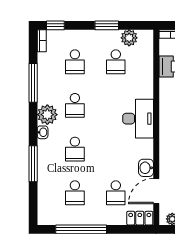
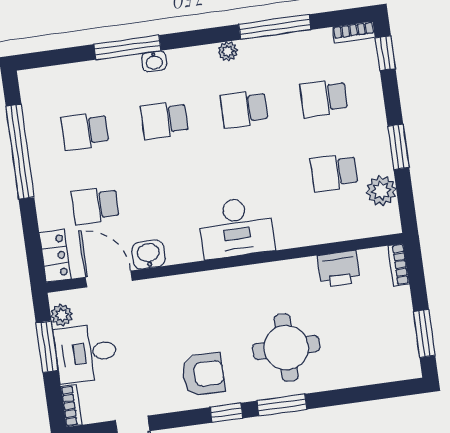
plant: (47, 115) -> (228, 51), width x0.53, depth x0.53
washbasin: (43, 132) -> (154, 61), moved

